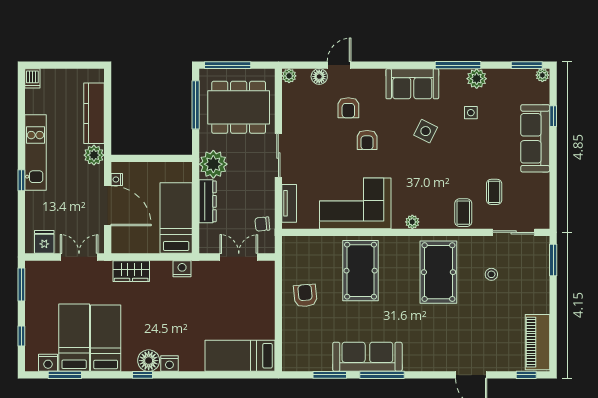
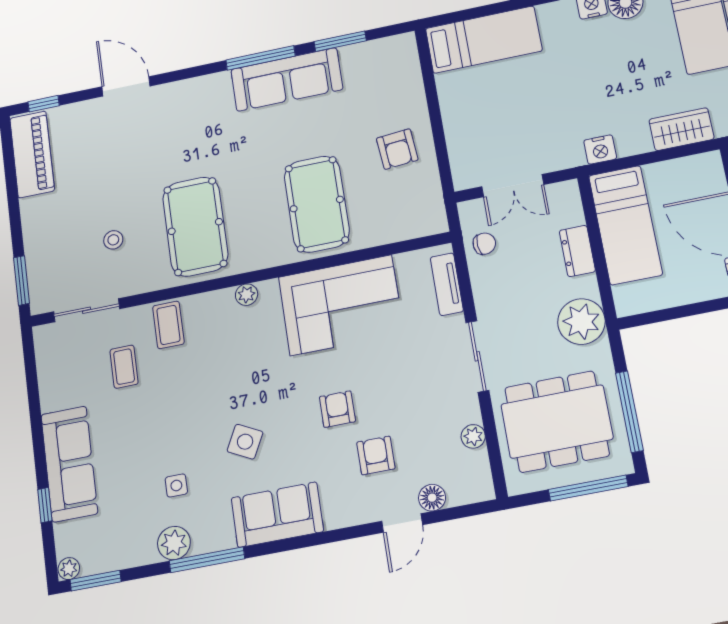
plant: (289, 76) -> (473, 436), moved
dresser: (208, 201) -> (577, 251), width x0.70

